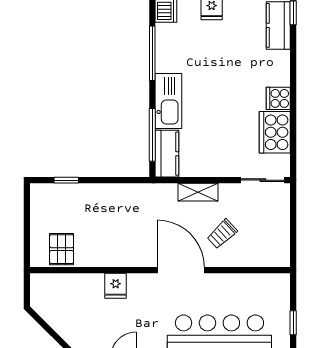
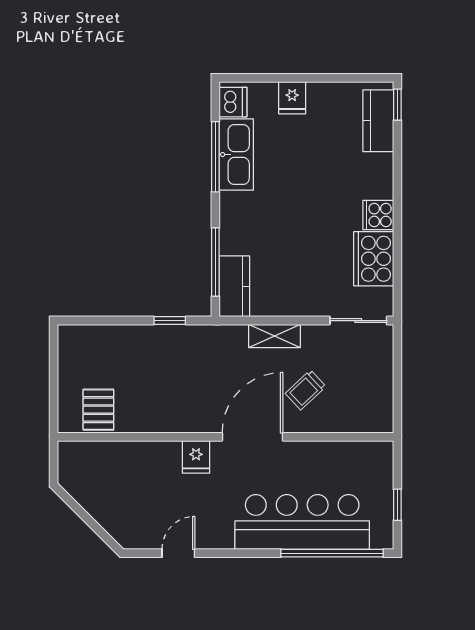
kitchen sink: (168, 101) -> (236, 155), moved
window: (66, 180) -> (170, 321), moved
door: (181, 270) -> (252, 437), hinge flipped
fridge: (116, 286) -> (196, 457), moved

